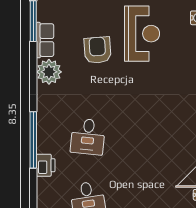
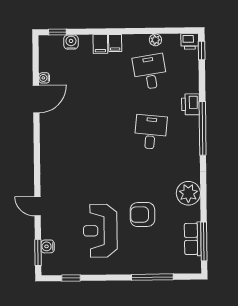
row of seats: (45, 40) -> (193, 239), moved
armchair: (97, 50) -> (142, 215), turned 94

